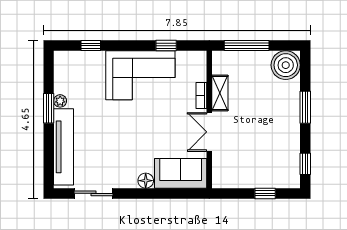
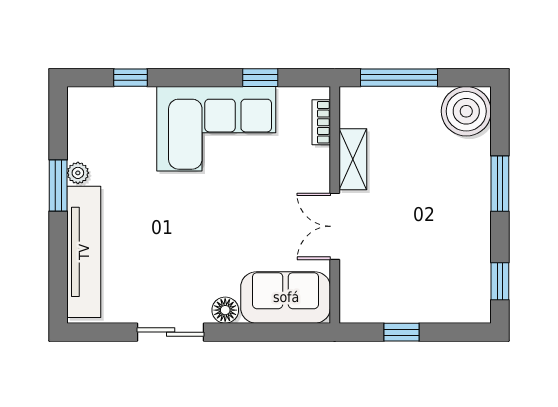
bookcase: (201, 96) -> (321, 122), moved
sliding door: (94, 193) -> (171, 332), moved
window: (265, 193) -> (401, 332), moved

